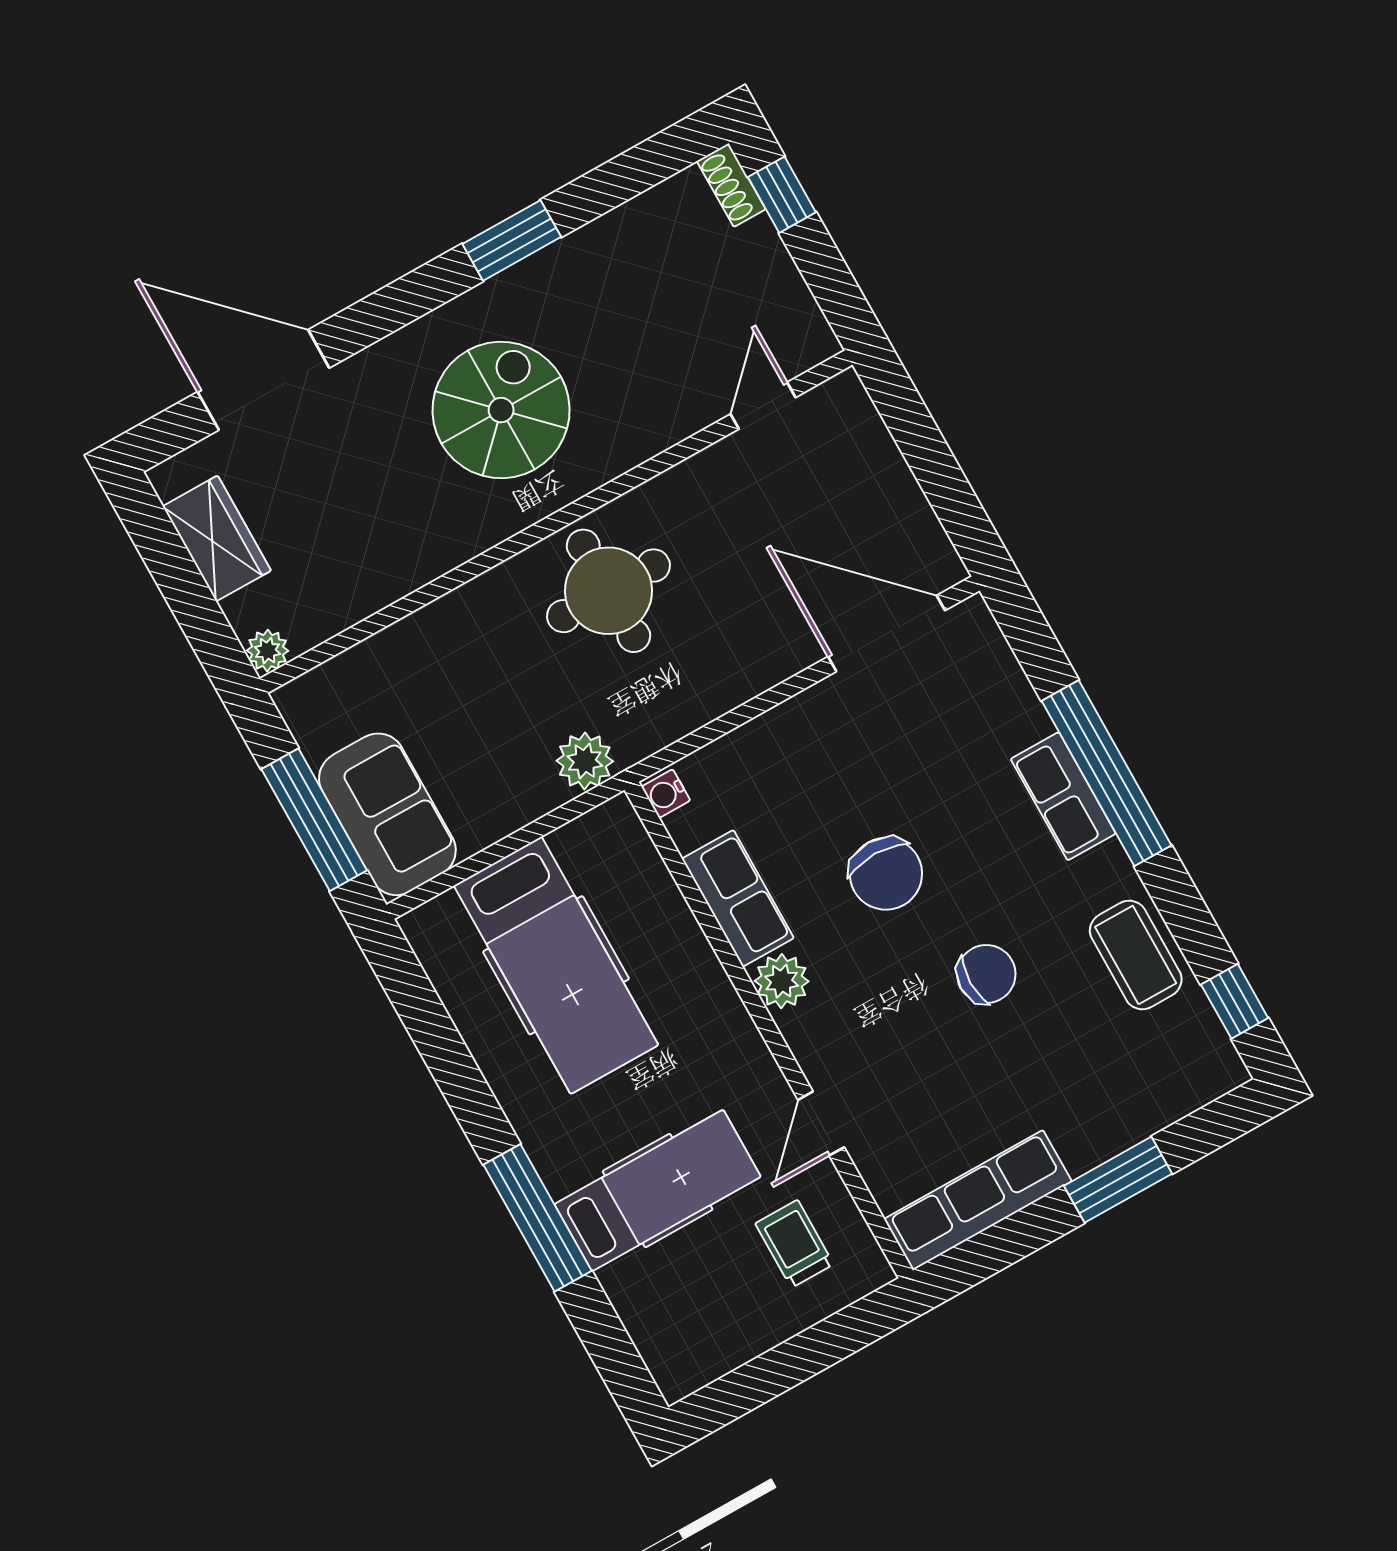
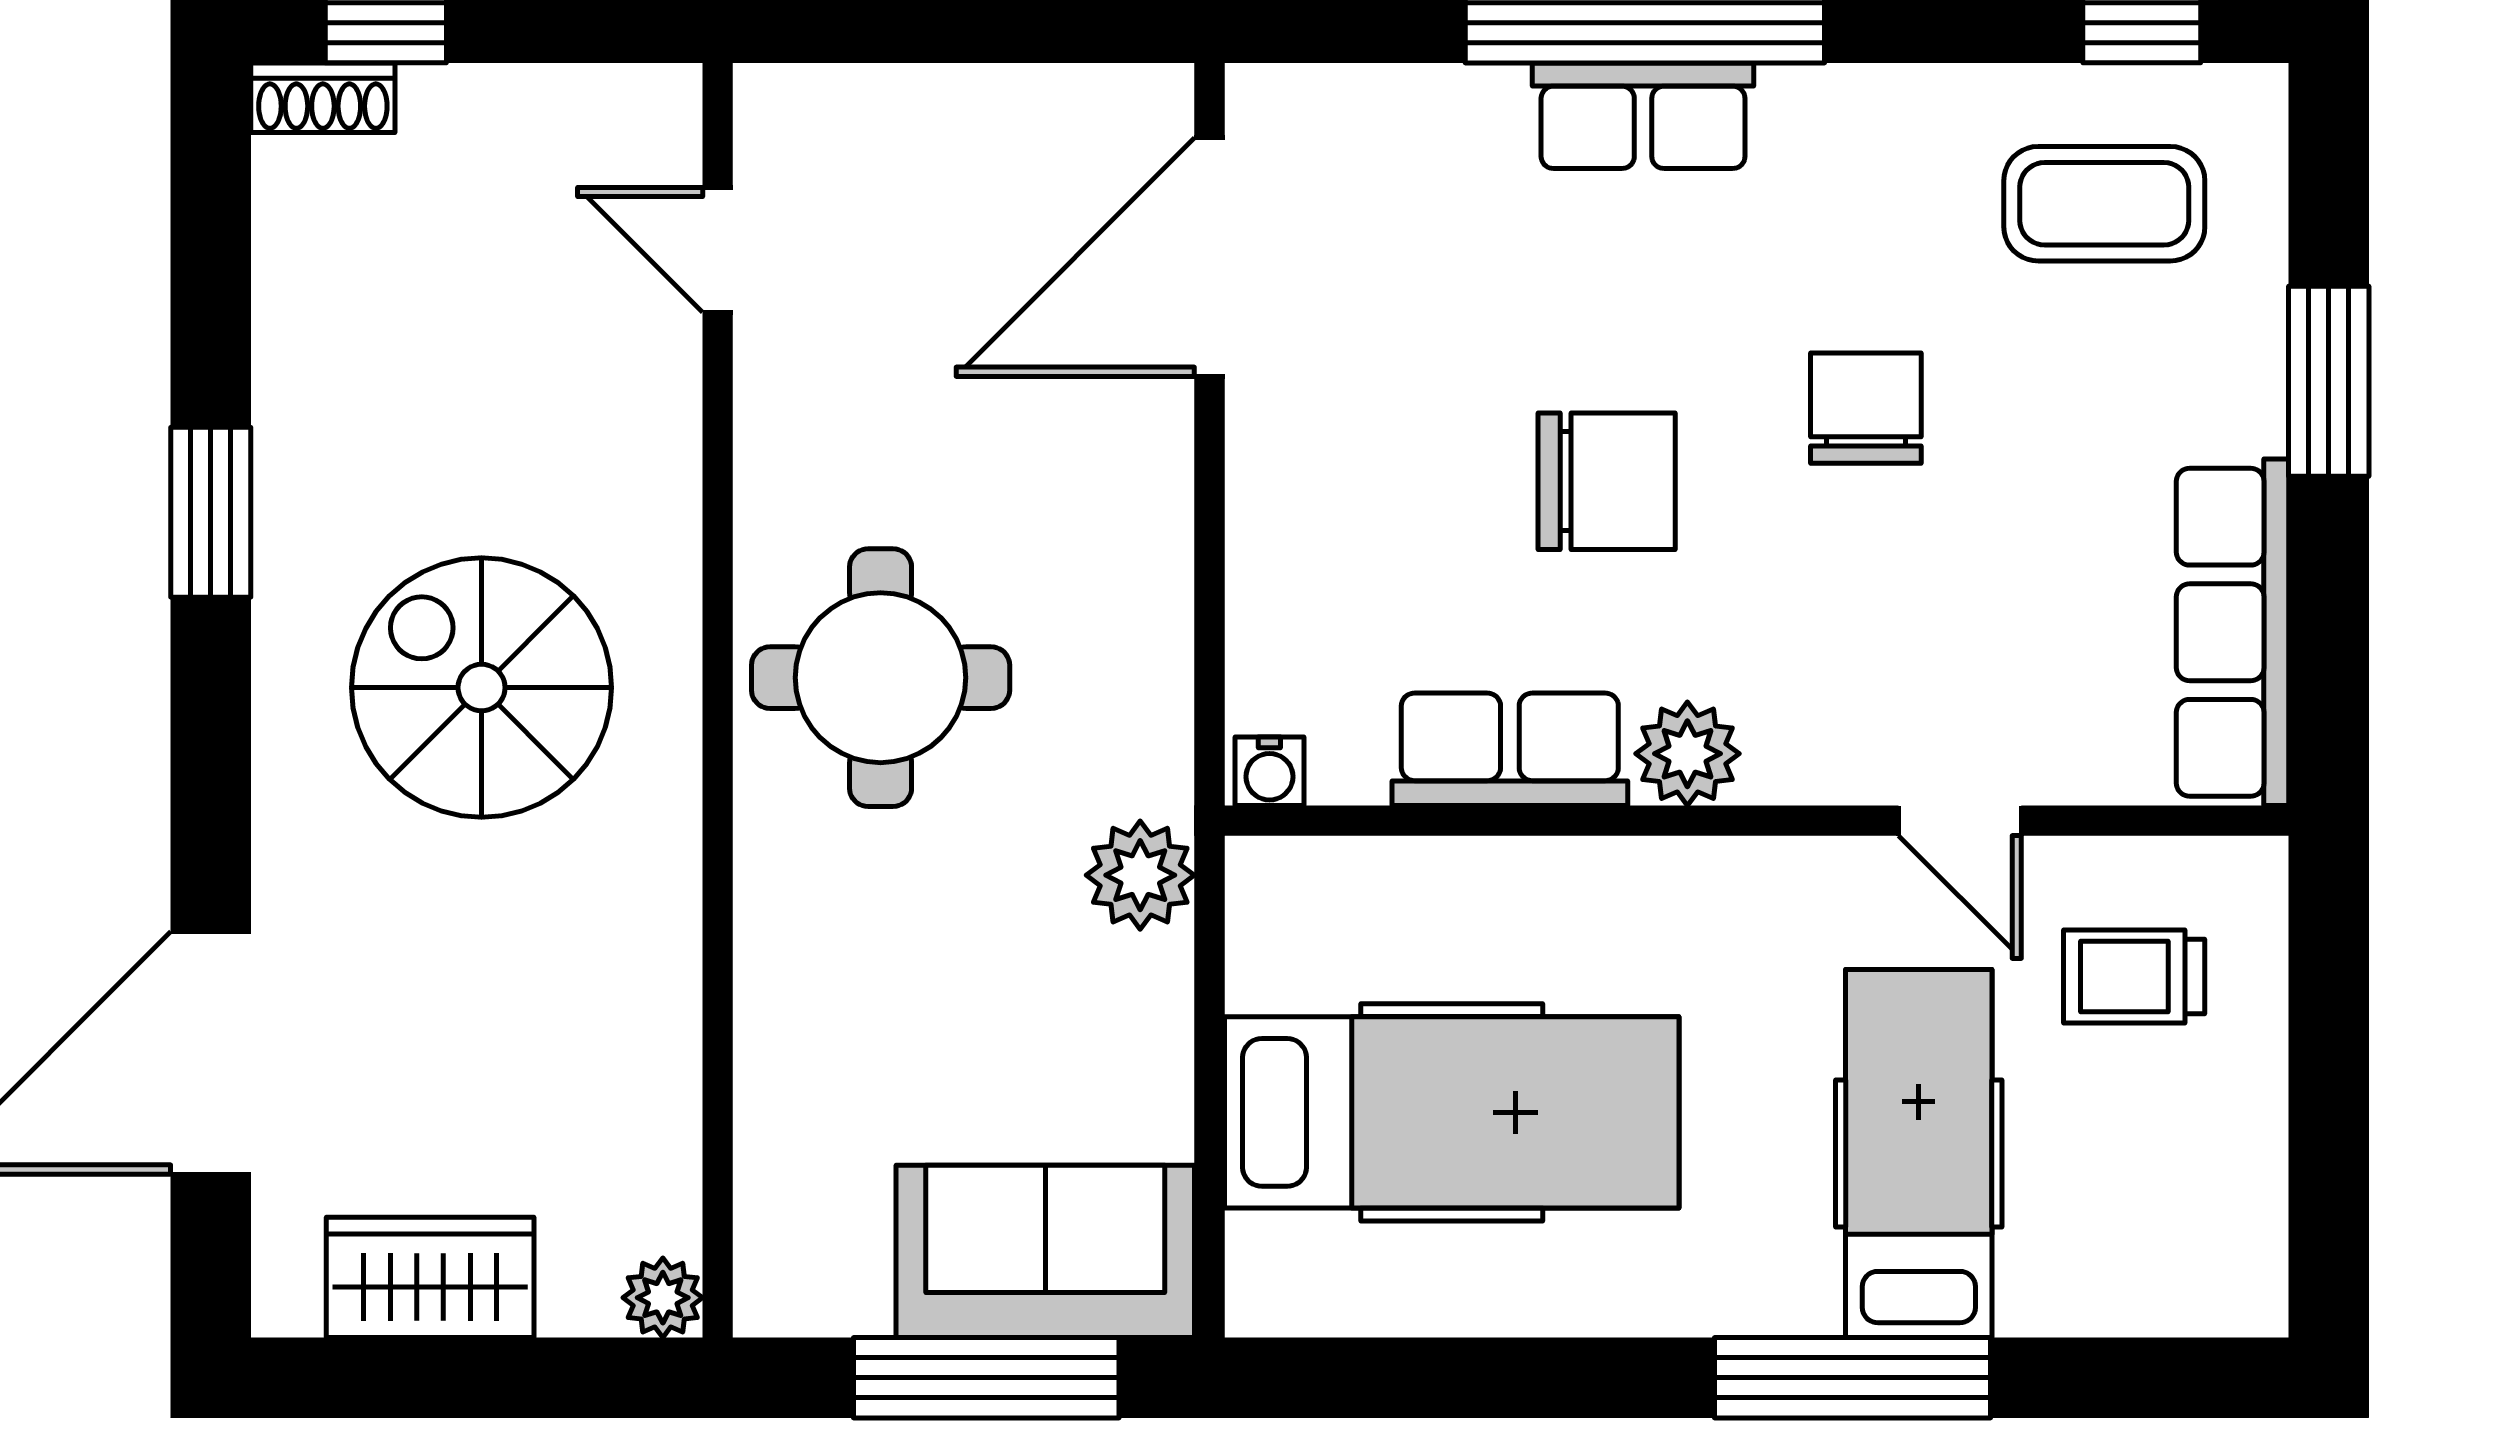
coffee table: (1136, 955) -> (2104, 204), moved

